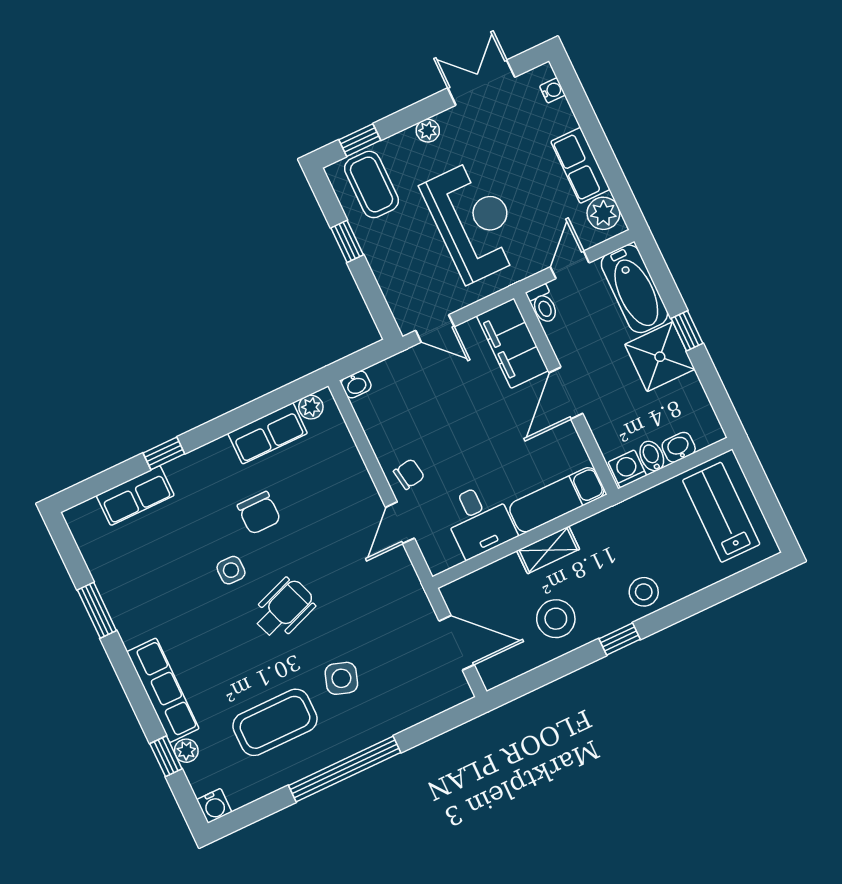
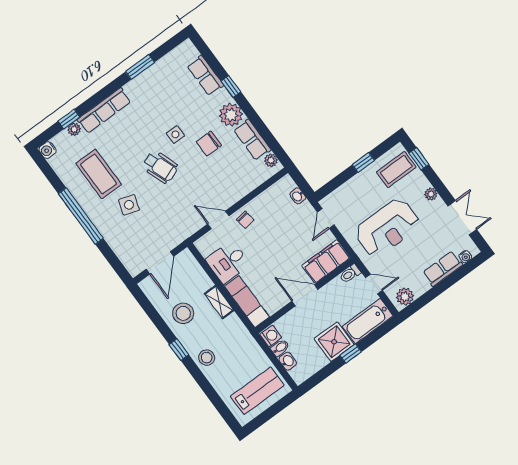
row of seats: (580, 165) -> (443, 269), moved
washbasin: (356, 385) -> (298, 196), moved
plant: (215, 463) -> (231, 115), added

